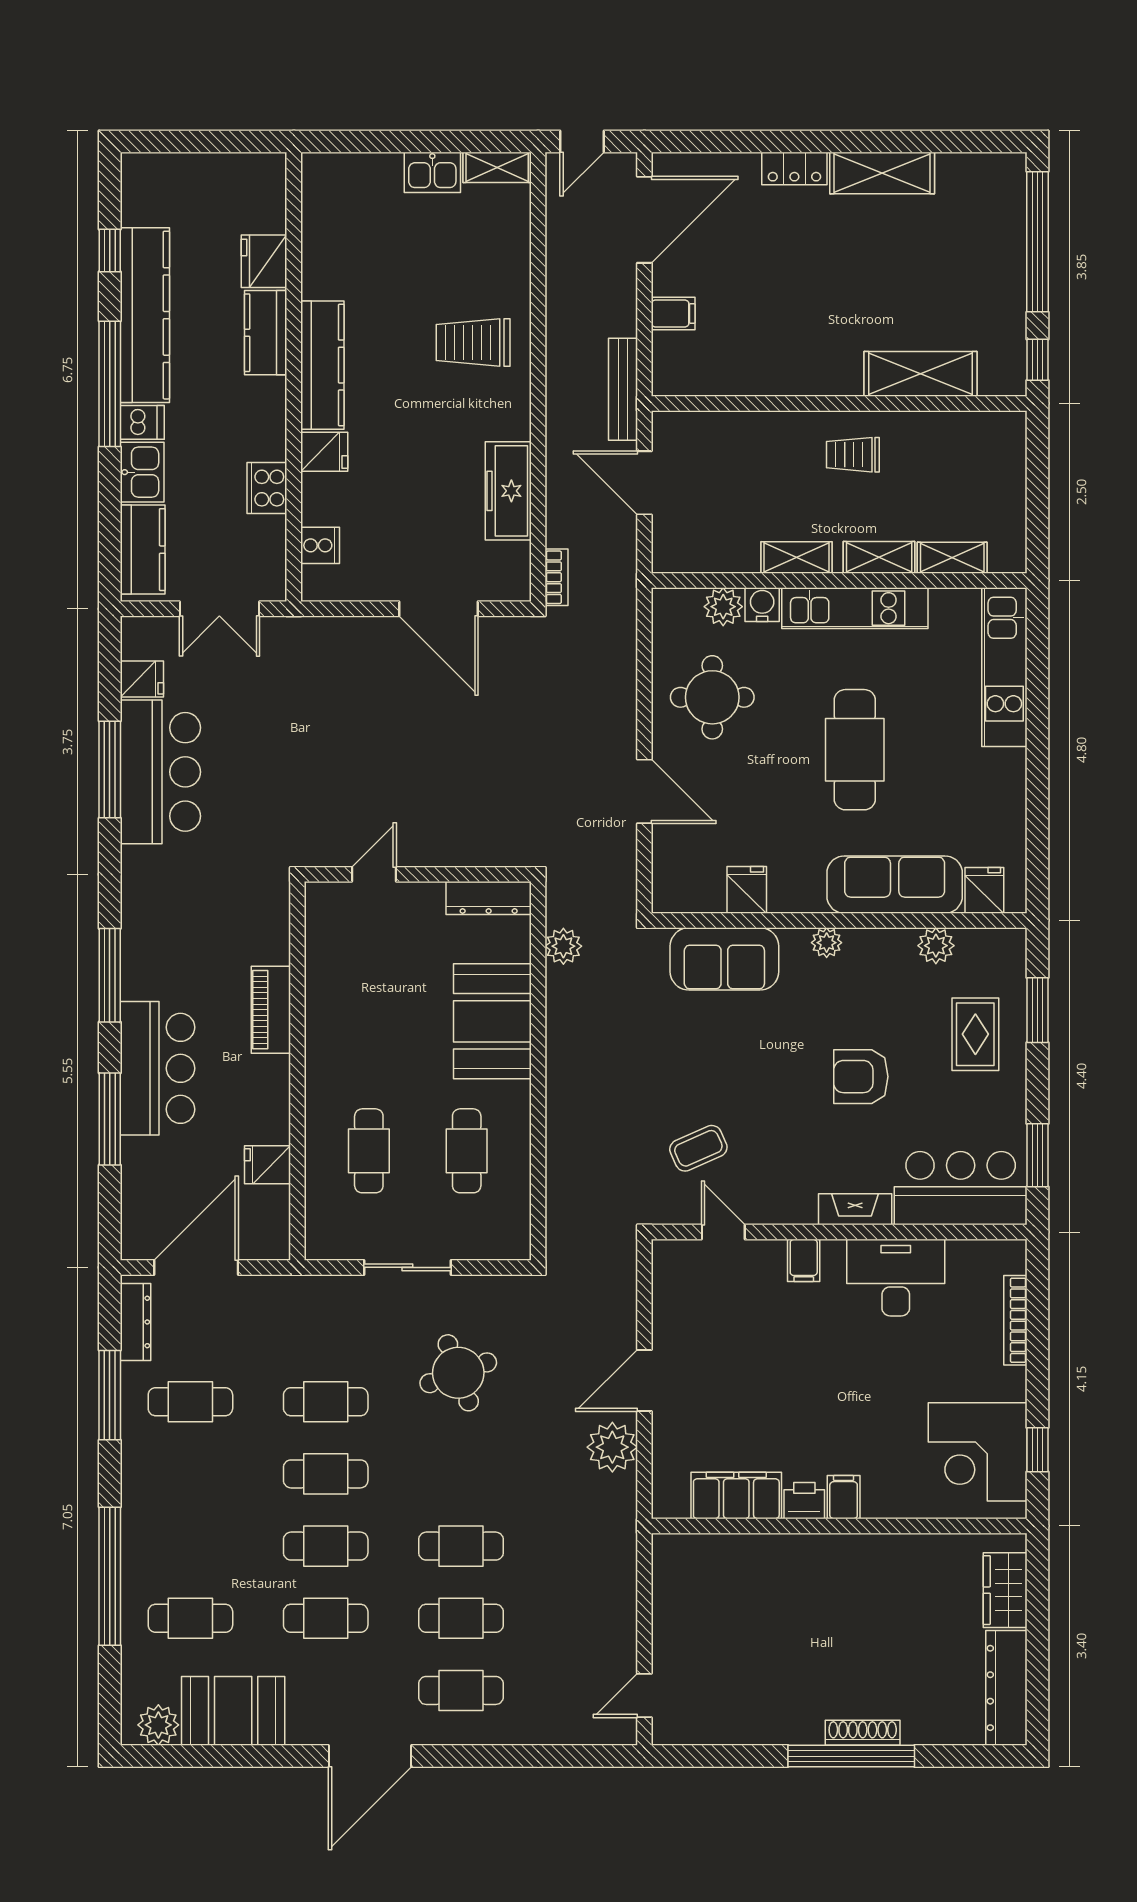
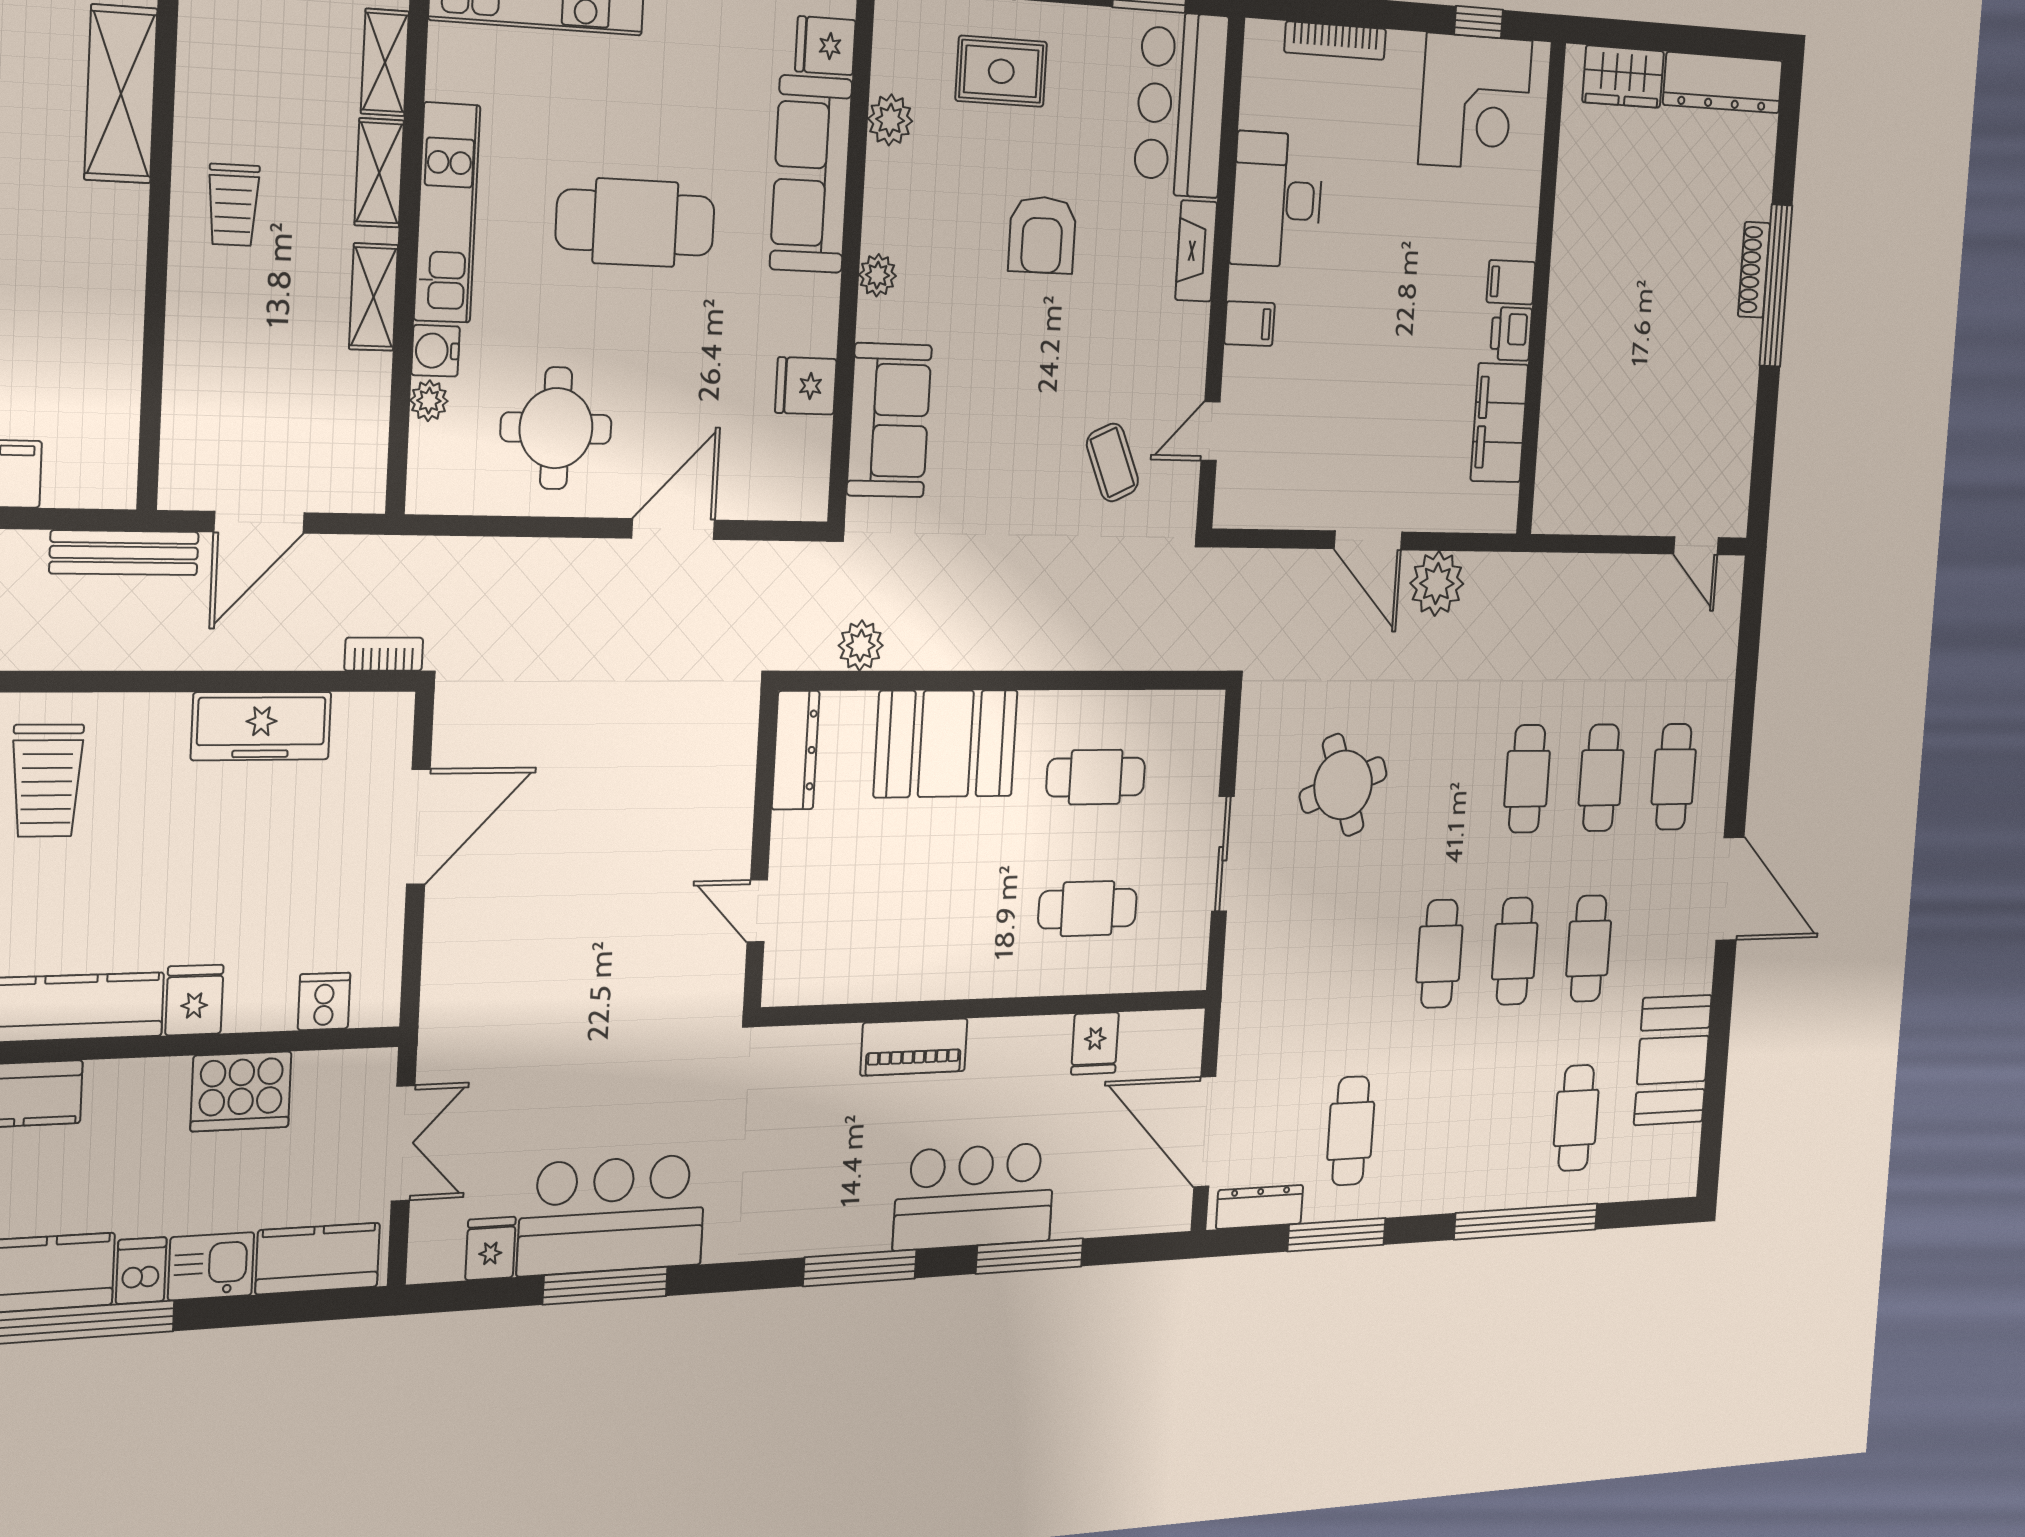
cooker: (267, 488) -> (241, 1091), width x1.37, depth x1.31
plant: (723, 607) -> (429, 401), width x0.73, depth x0.73
cafe table: (326, 1402) -> (1363, 956), removed
plant: (158, 1725) -> (1680, 1151), removed

